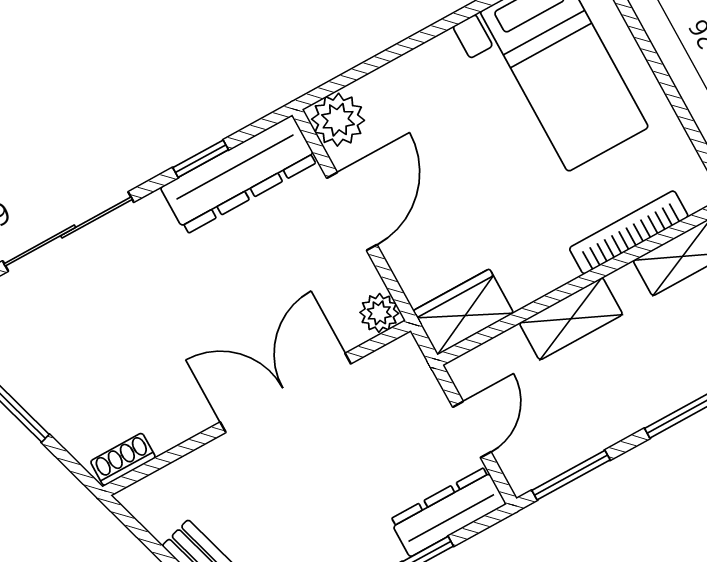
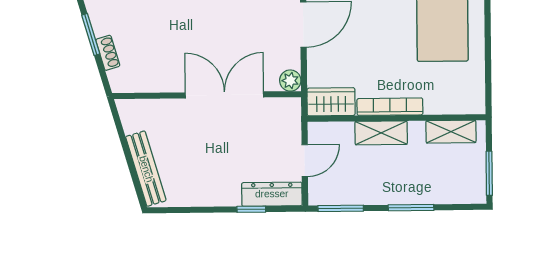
bookcase: (629, 232) -> (390, 107), moved
shoe rack: (123, 459) -> (108, 53), moved, turned 74

